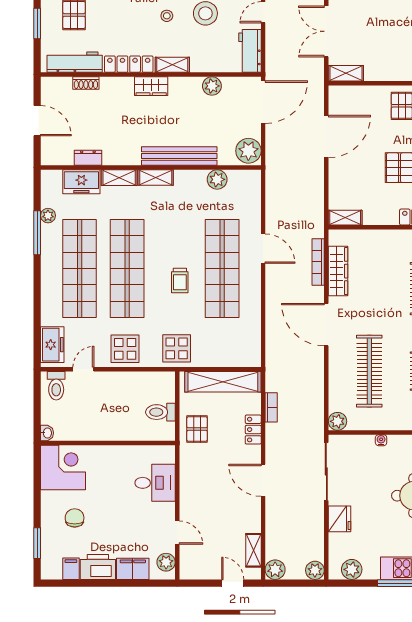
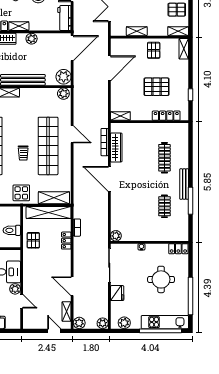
shelving: (346, 73) -> (137, 31), moved
plant: (212, 86) -> (32, 39), moved
plant: (217, 179) -> (63, 94), moved
shelving: (232, 357) -> (54, 198), added
clothes rail: (369, 371) -> (135, 206), removed
door: (263, 480) -> (72, 286), moved
plant: (166, 562) -> (15, 289), moved

